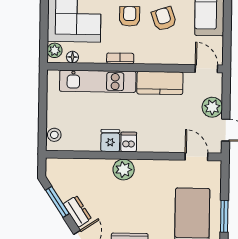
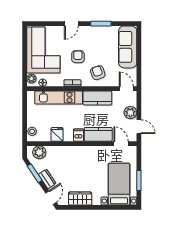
armchair: (164, 19) -> (98, 73), moved
fridge: (110, 141) -> (57, 134), moved
kitchen counter: (160, 141) -> (98, 134), added
plant: (124, 170) -> (39, 152), moved

